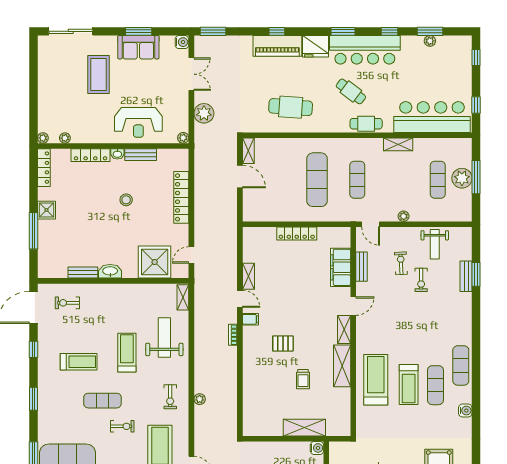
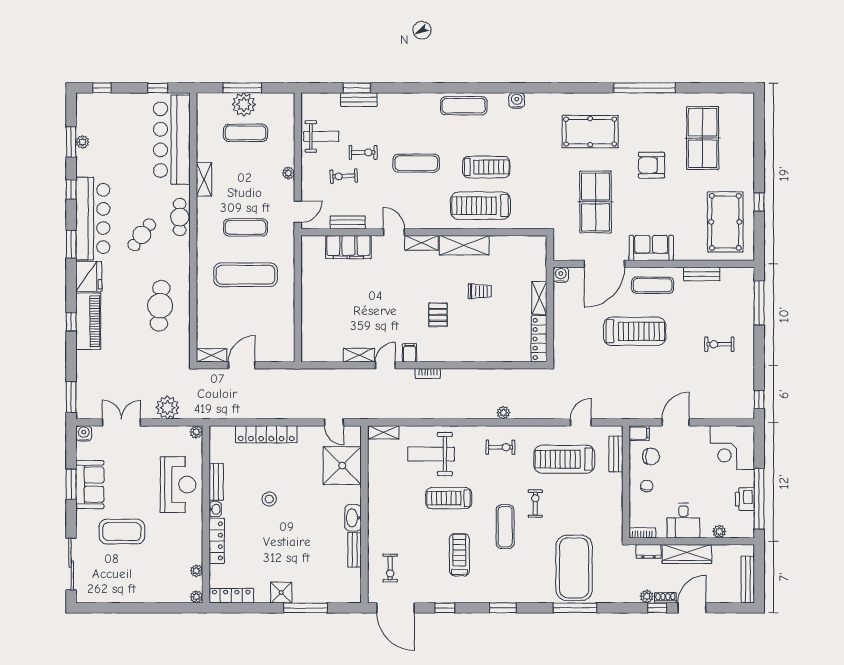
locker: (297, 233) -> (539, 339), moved, turned 180
exercise mat: (435, 385) -> (416, 163), moved
shelving: (304, 428) -> (539, 298), width x0.67, depth x0.75

